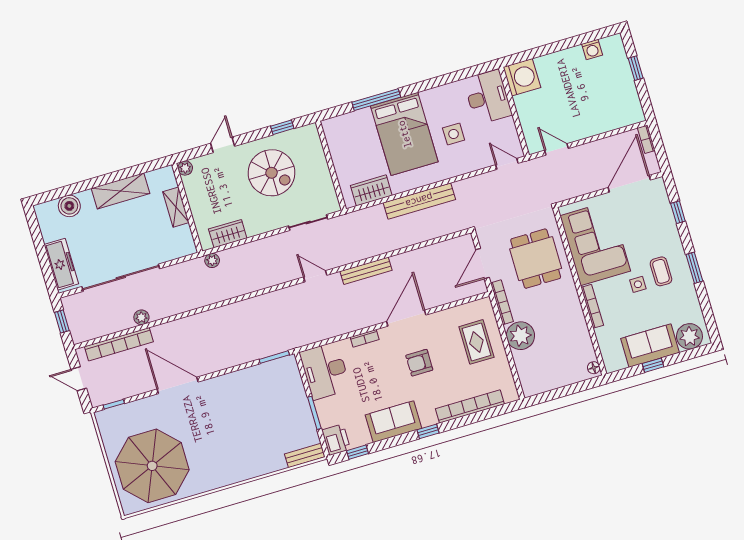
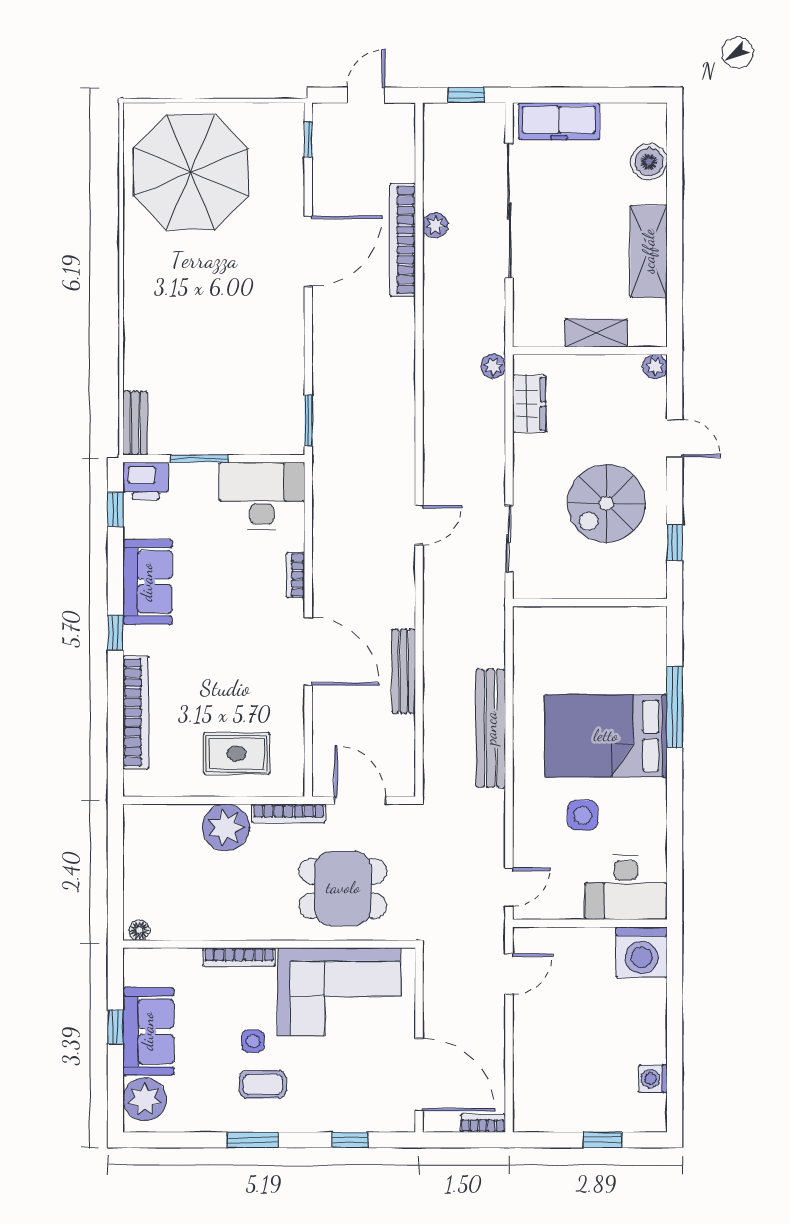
wardrobe: (371, 190) -> (531, 656), removed
bench: (366, 271) -> (404, 671), moved
bookcase: (119, 344) -> (403, 240), moved
armchair: (419, 363) -> (230, 652), removed

